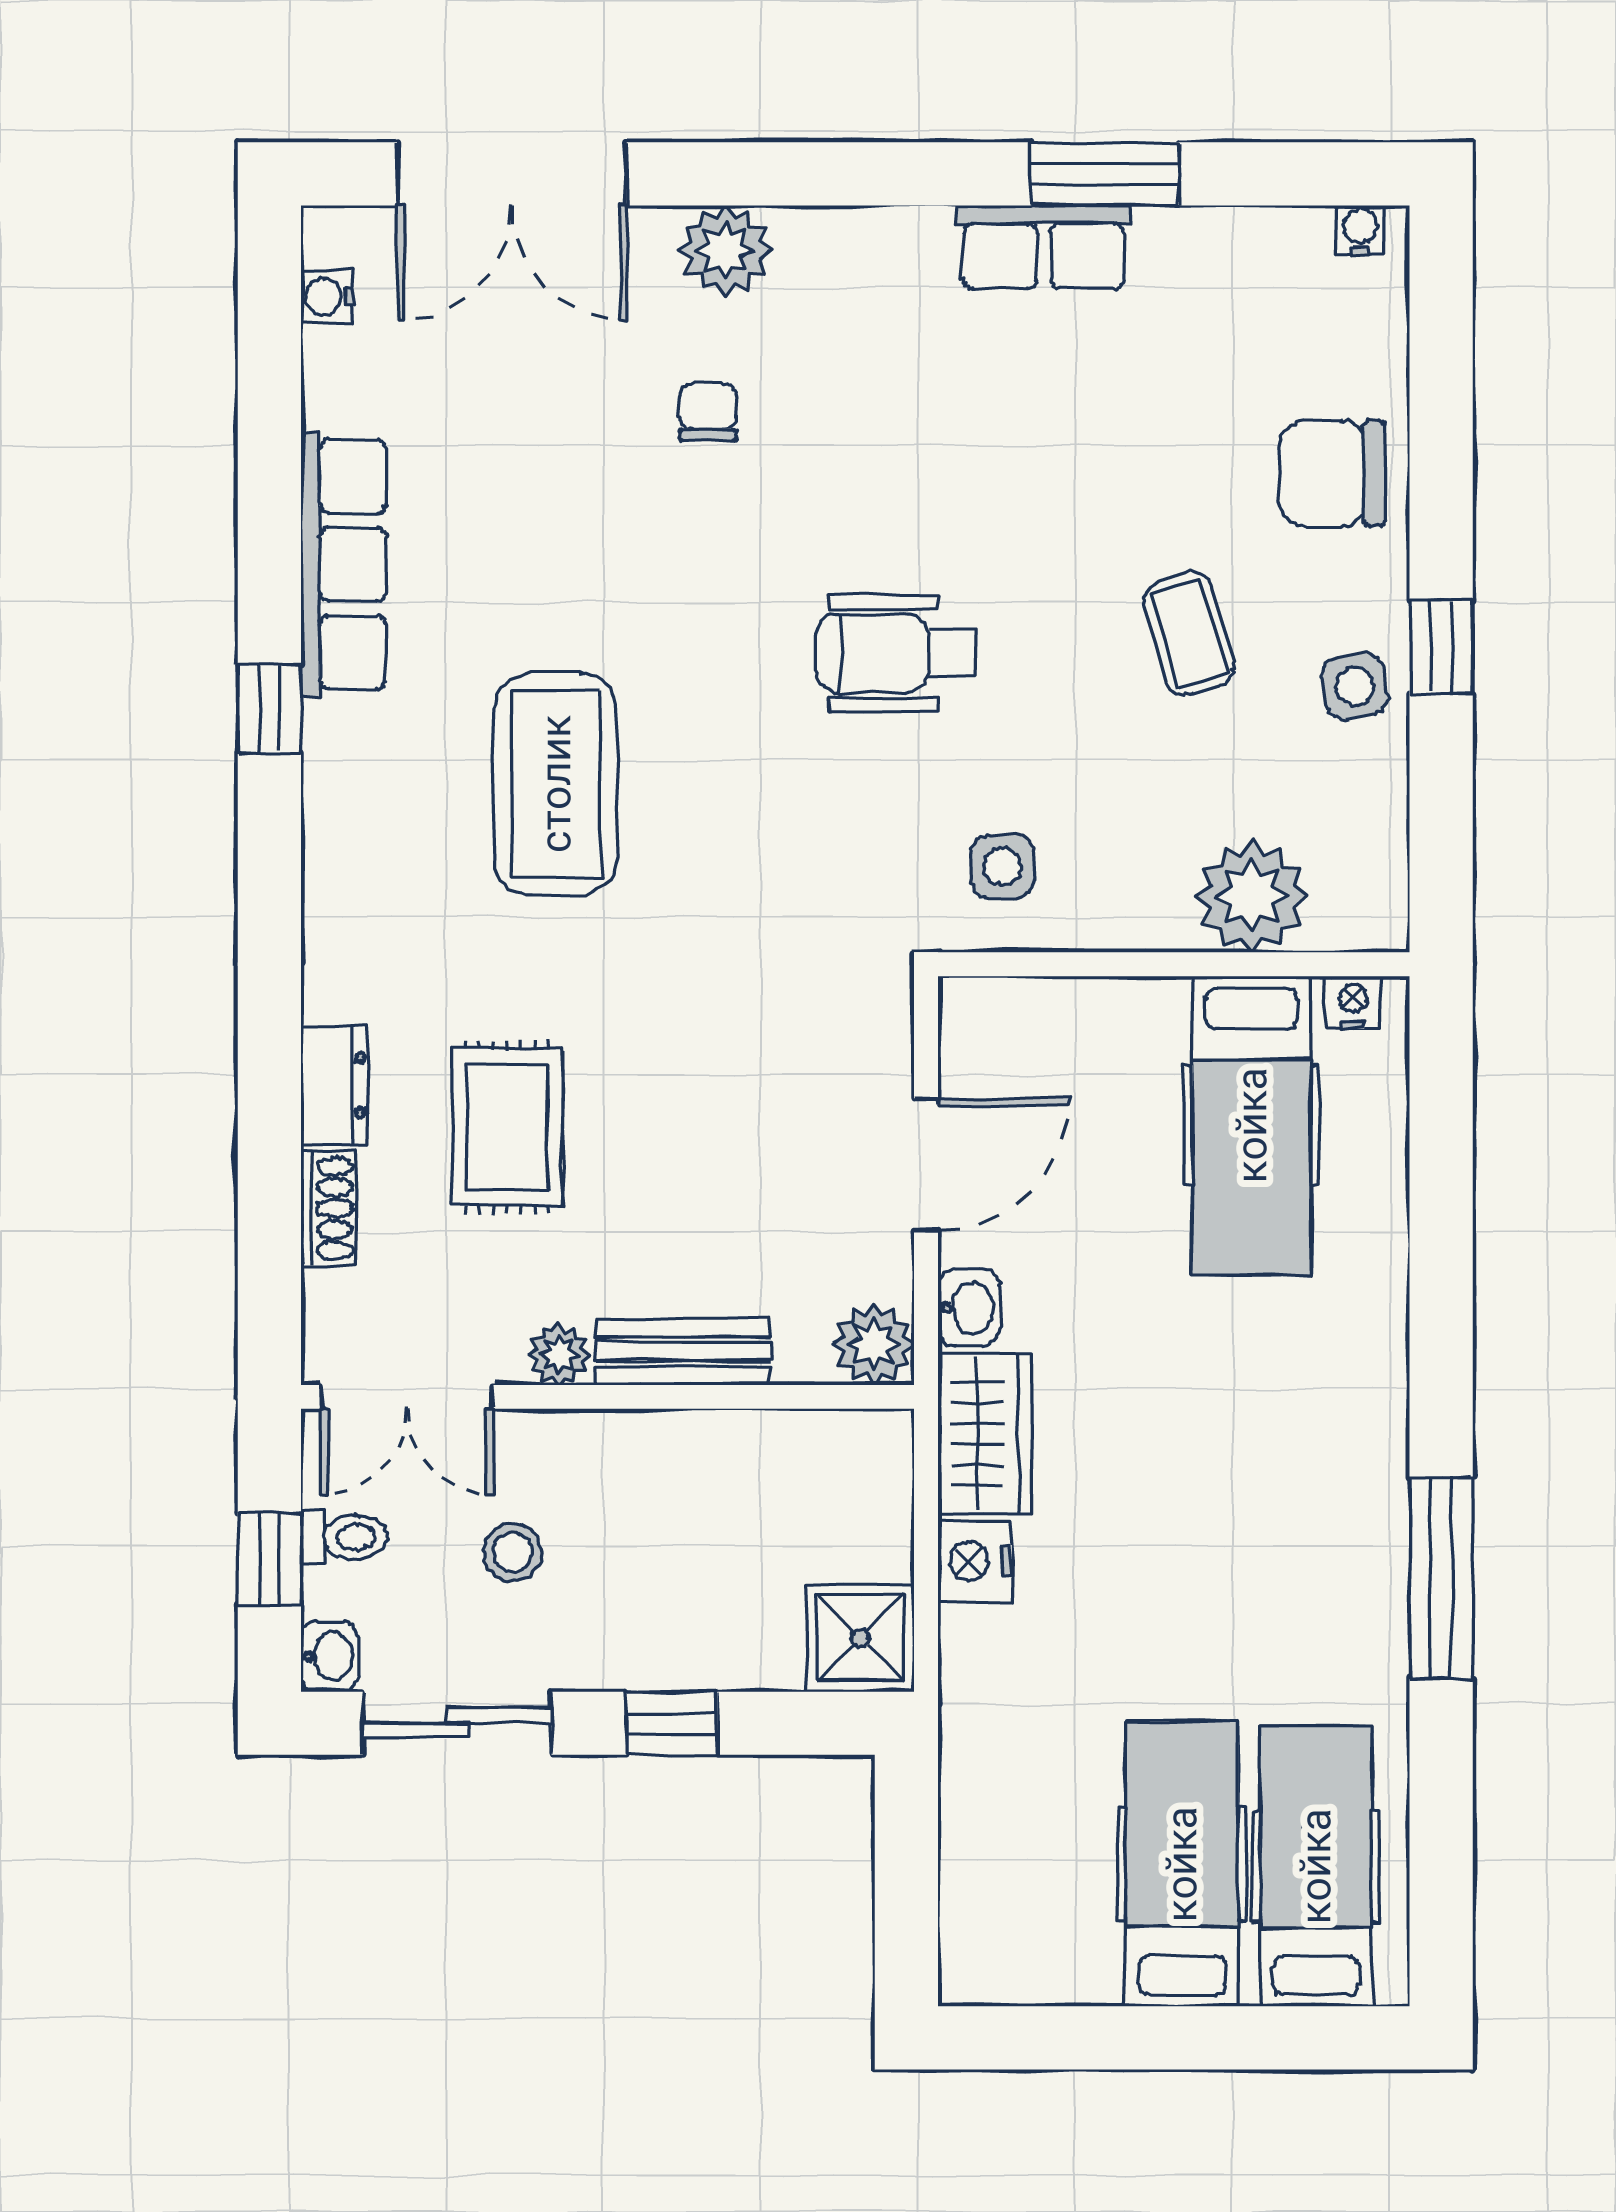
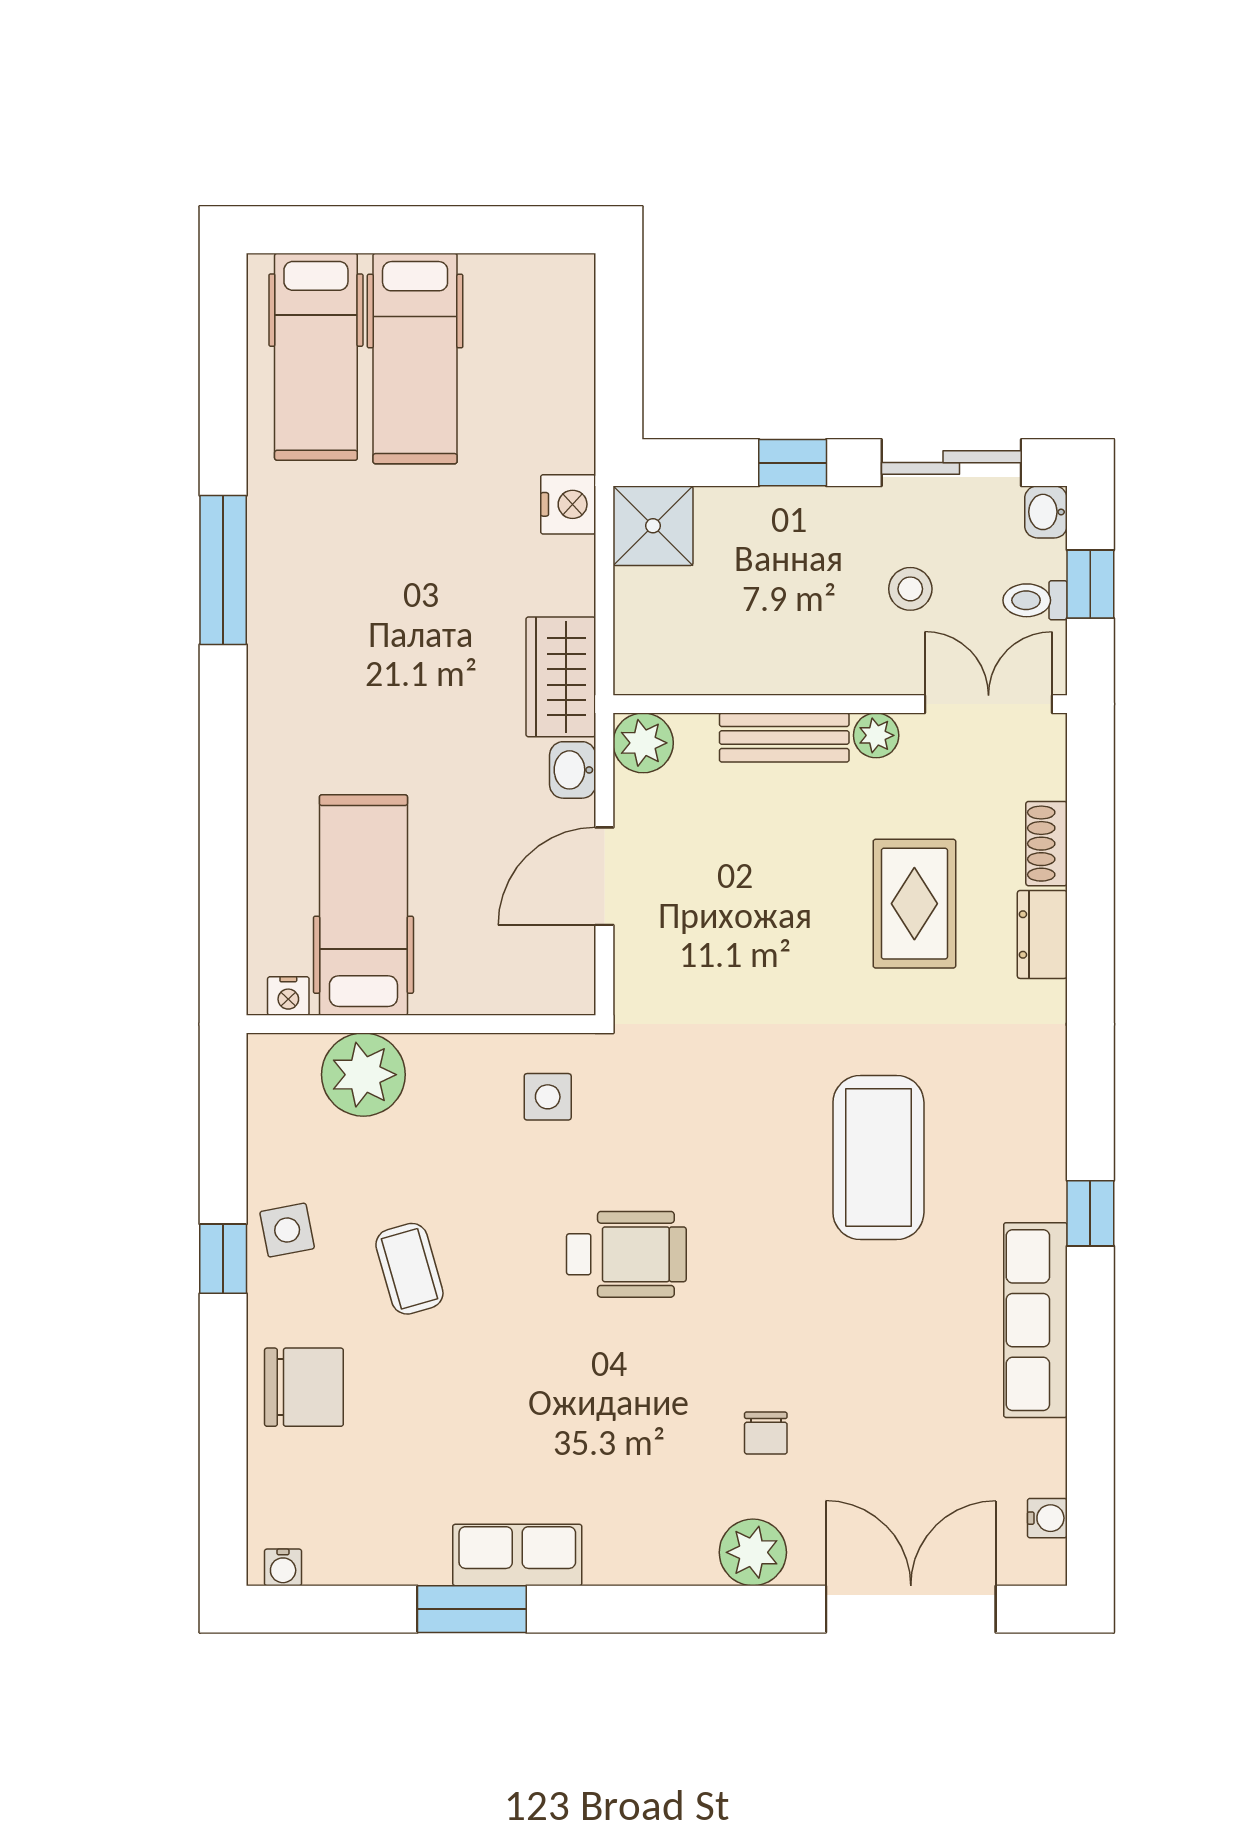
nightstand: (975, 1561) -> (568, 504), moved

